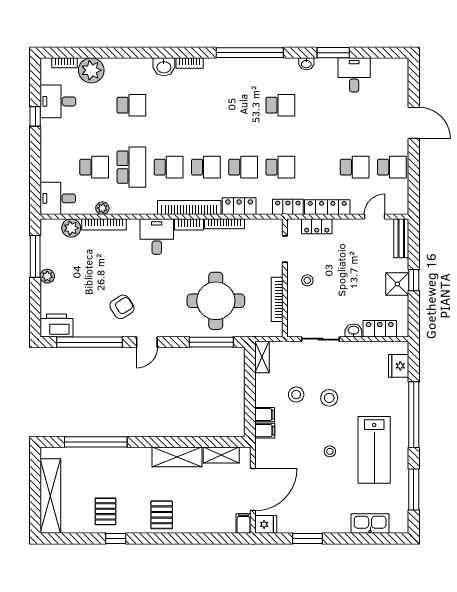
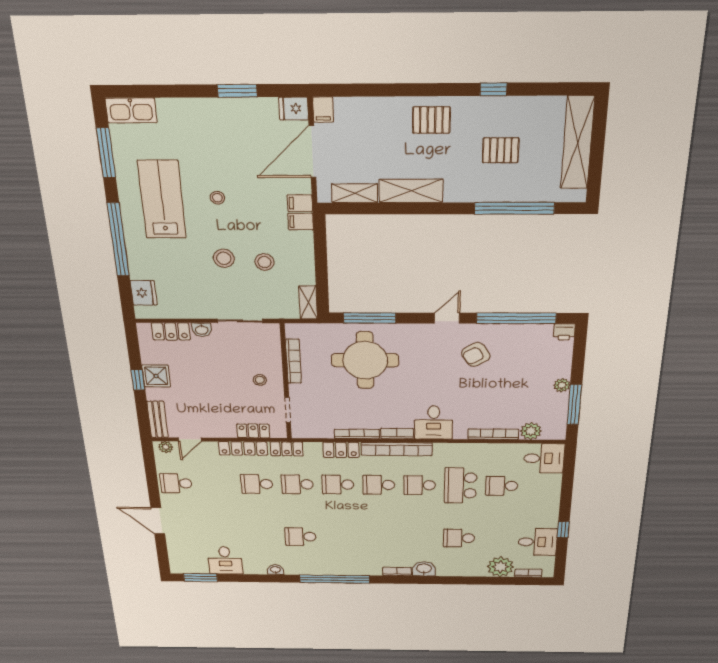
window: (333, 53) -> (201, 578), moved
school desk: (355, 167) -> (257, 484), moved
plant: (102, 208) -> (166, 447), moved
printer: (56, 325) -> (564, 332), width x0.53, depth x0.68
filing cabinet: (265, 415) -> (300, 203), moved
pallet: (105, 511) -> (501, 150), moved, turned 90
pallet: (162, 515) -> (431, 120), turned 90
kitchen sink: (370, 524) -> (131, 110), moved

